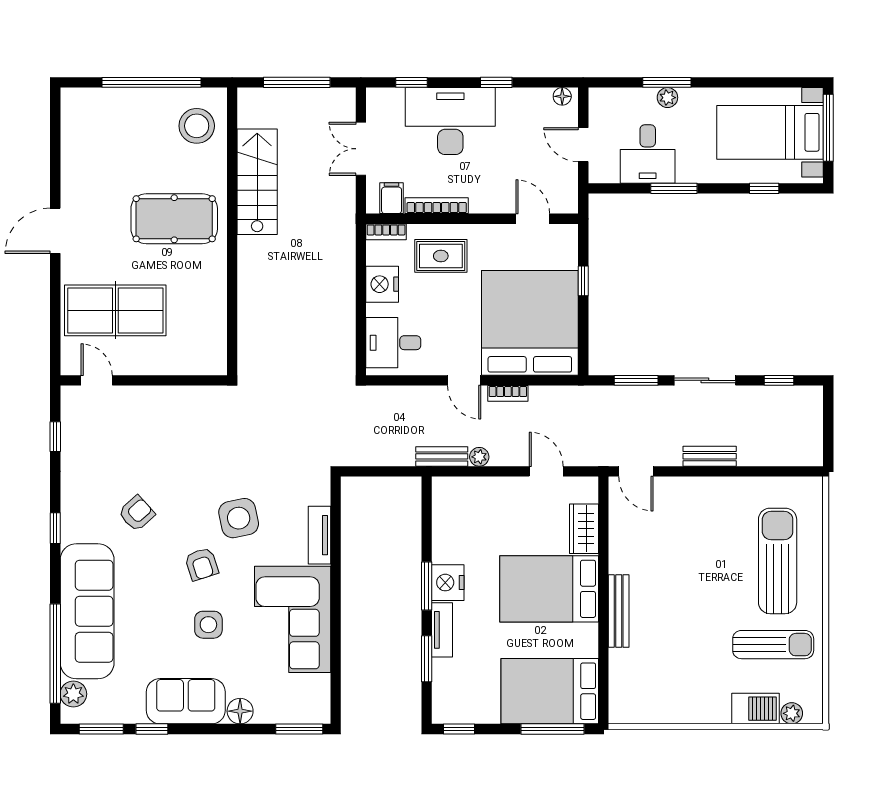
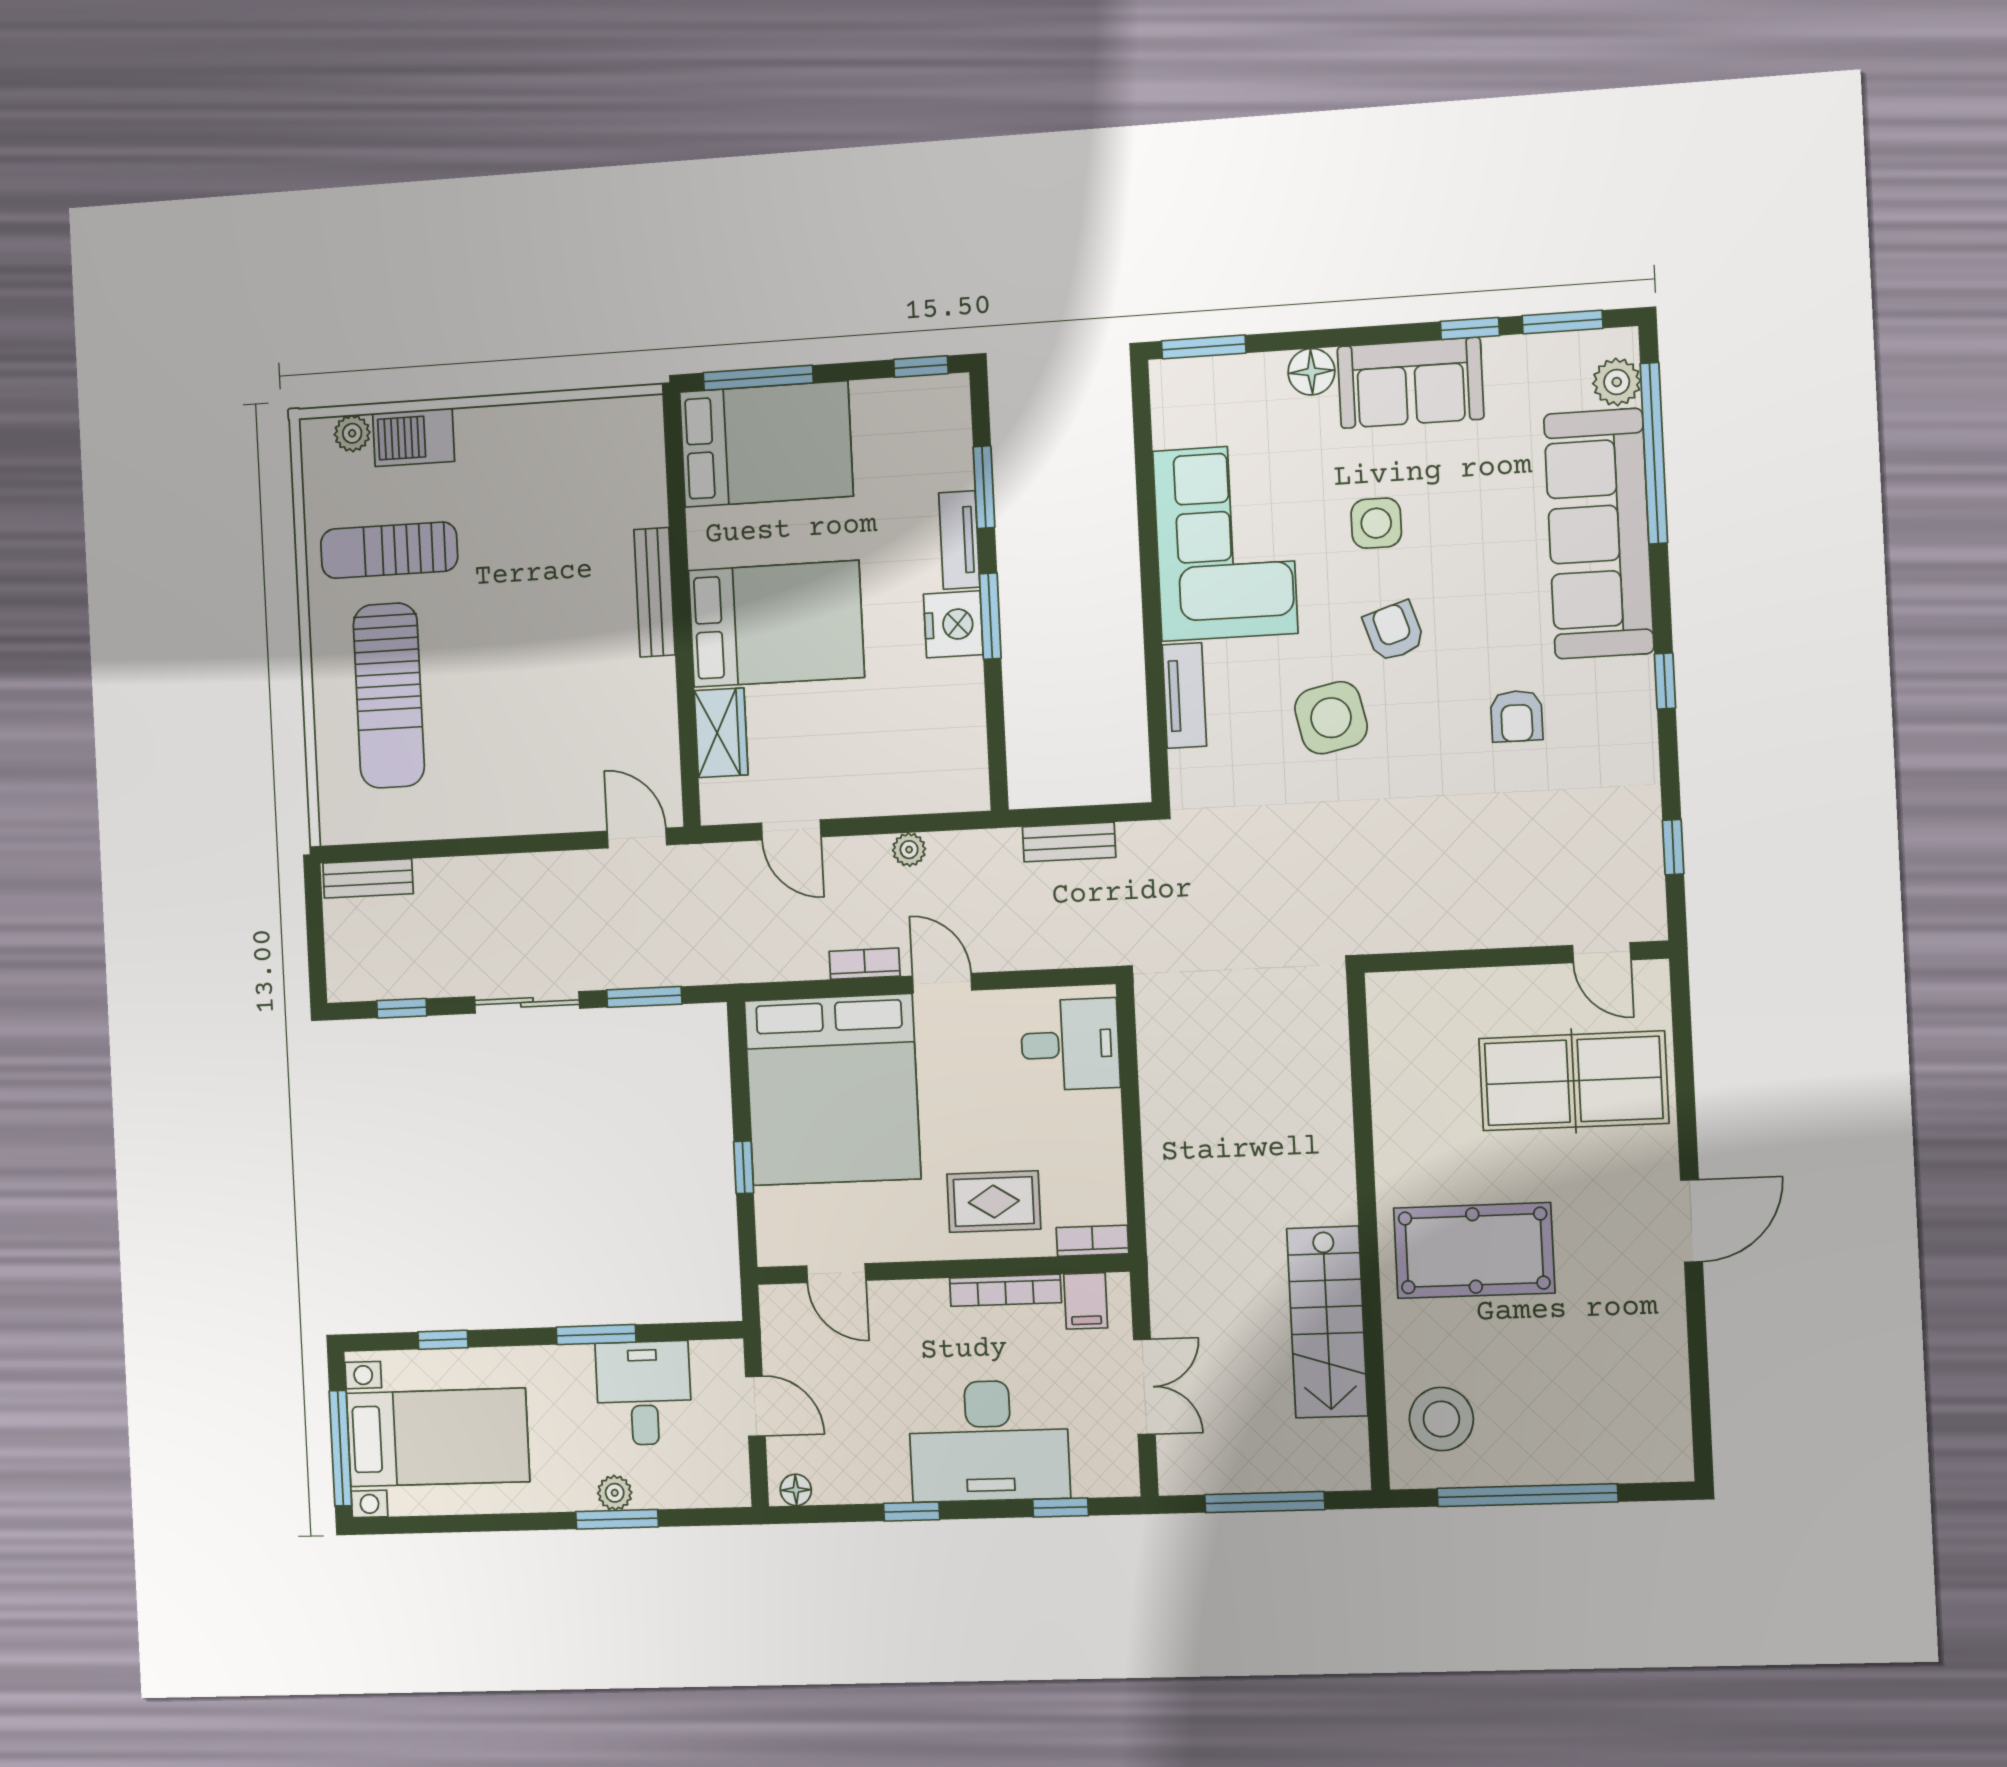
nightstand: (382, 284) -> (1095, 1148), removed
bench: (442, 456) -> (1069, 842), moved
bench: (710, 456) -> (368, 878), moved
armchair: (137, 513) -> (1517, 716), turned -48

